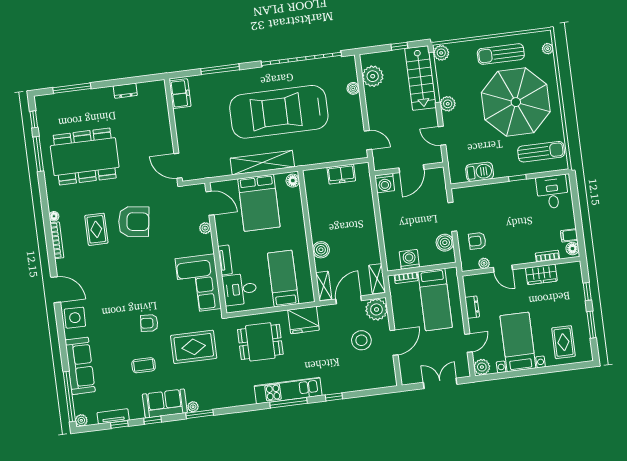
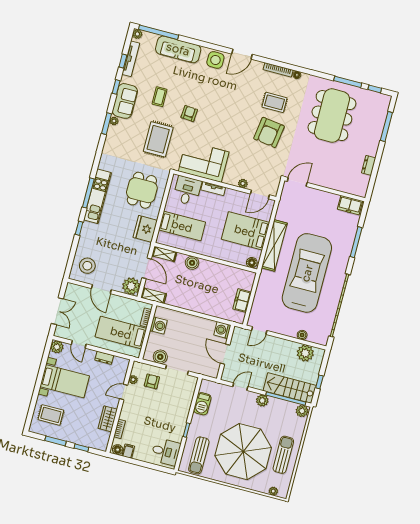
stool: (361, 340) -> (87, 266), moved
tv unit: (113, 416) -> (131, 59), width x1.41

